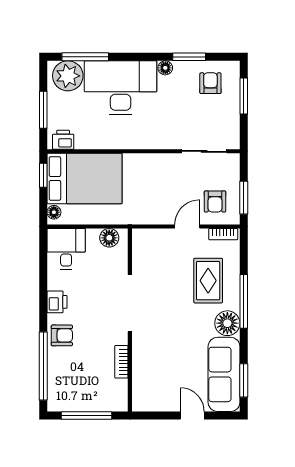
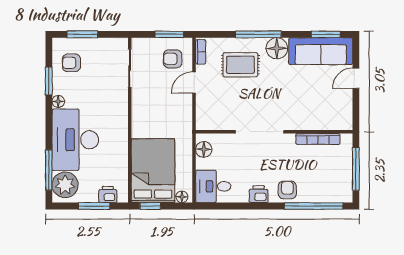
printer: (63, 140) -> (108, 194), moved, turned 90
armchair: (215, 201) -> (173, 59), turned 180
door: (187, 226) -> (194, 83), hinge flipped
bookcase: (121, 362) -> (318, 139), width x1.56

